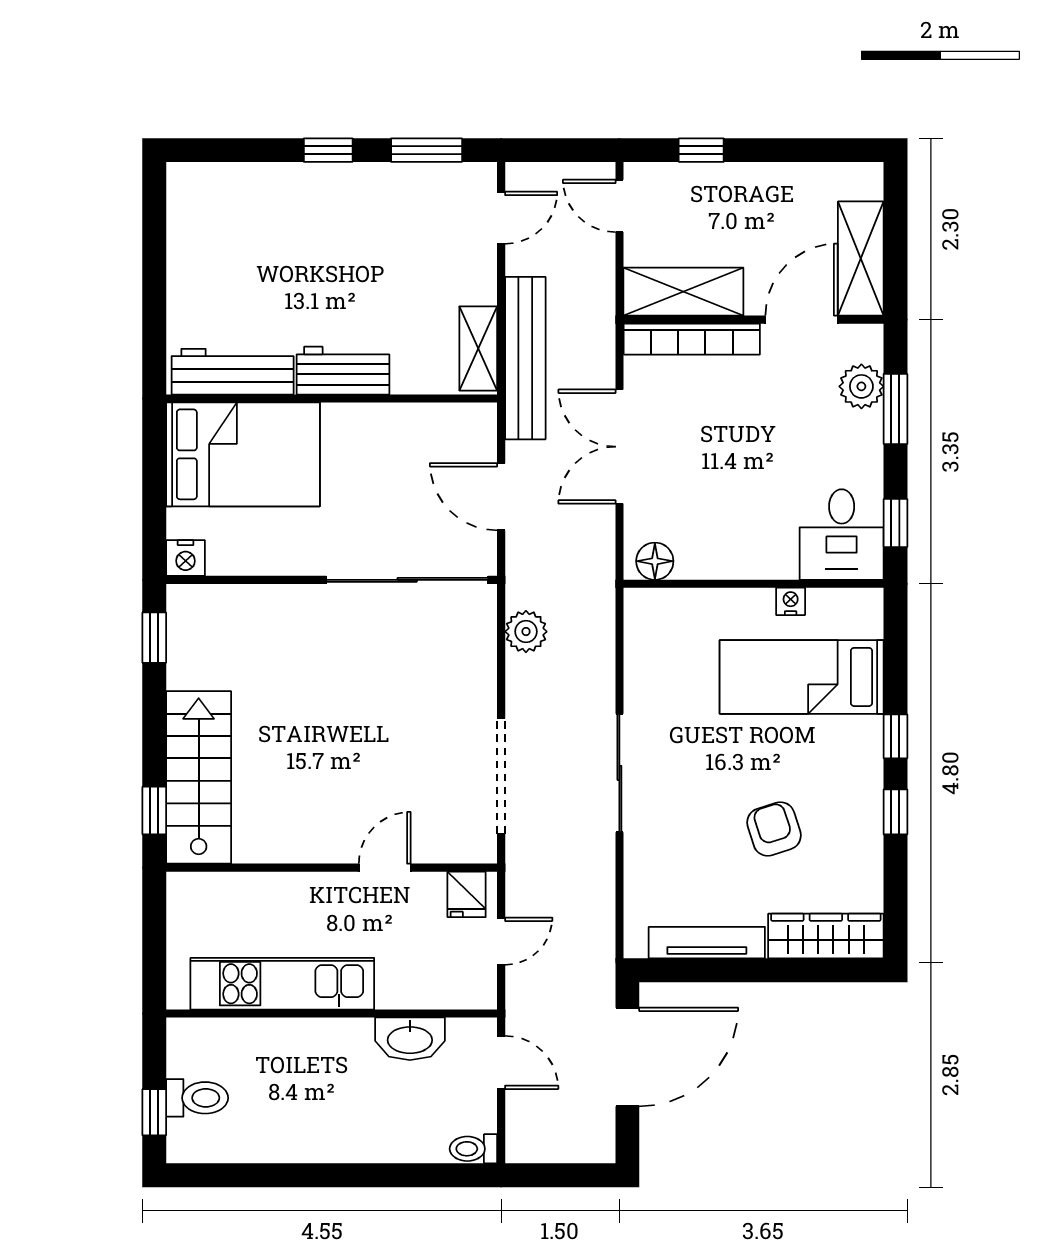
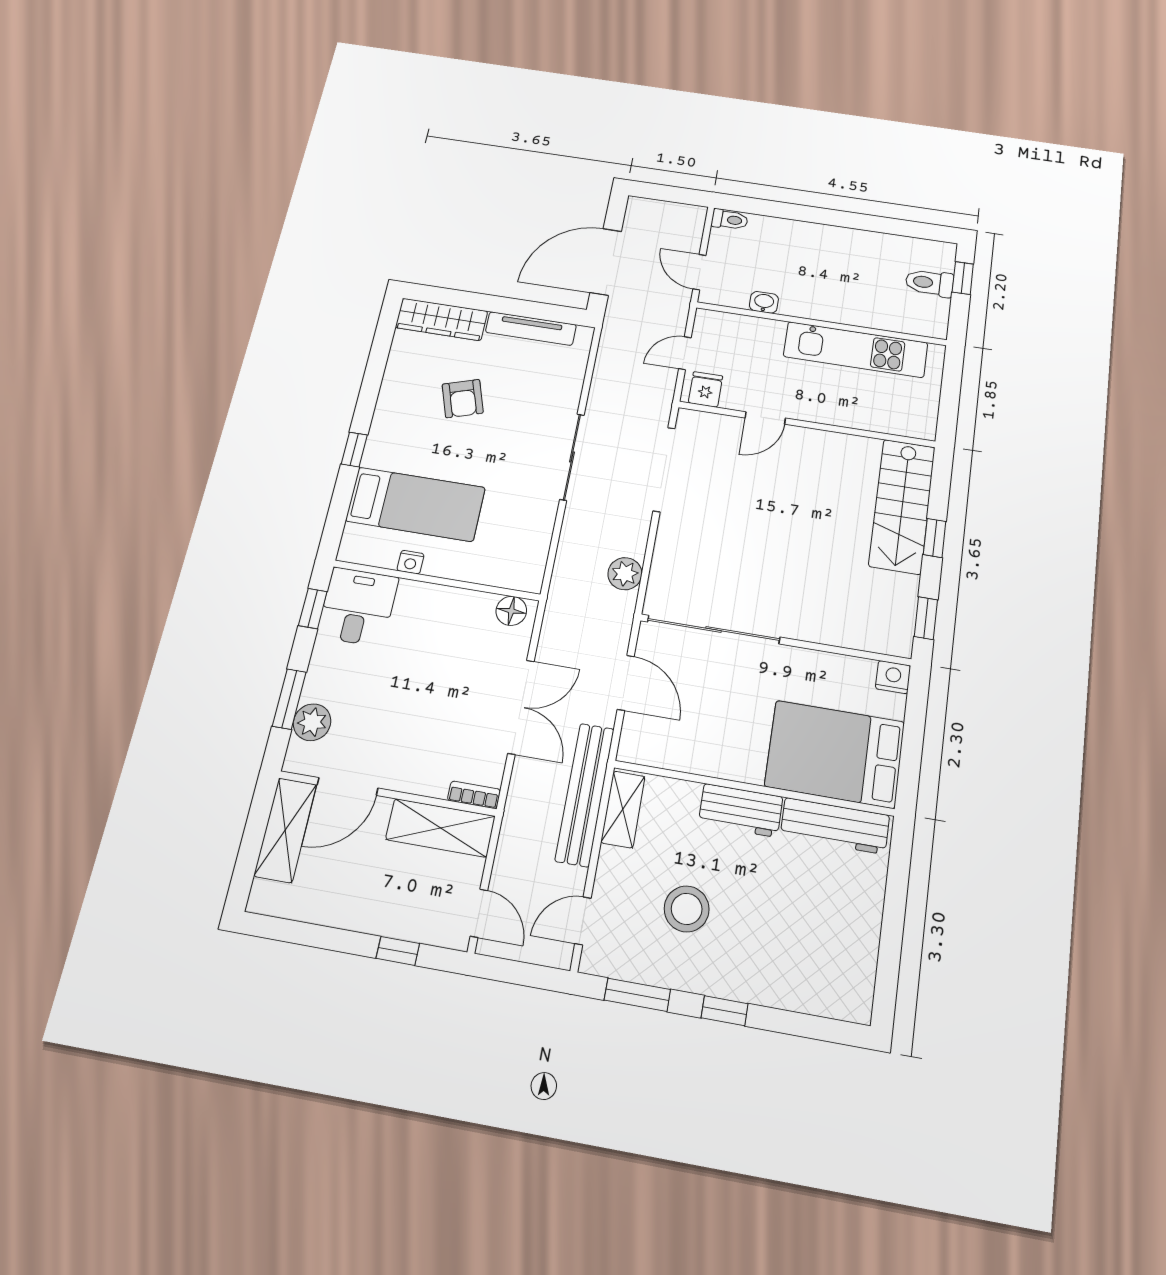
stool: (387, 251) -> (687, 909), added
bookcase: (692, 339) -> (474, 795), width x0.43, depth x0.76
window: (154, 811) -> (935, 538), moved
window: (895, 812) -> (368, 396), removed
washbasin: (410, 1039) -> (764, 302), width x0.52, depth x0.69

